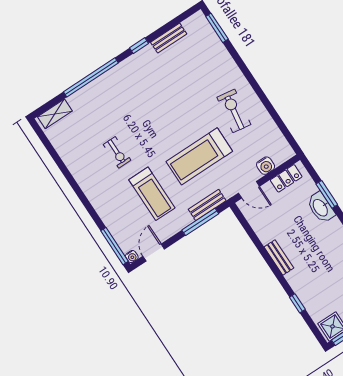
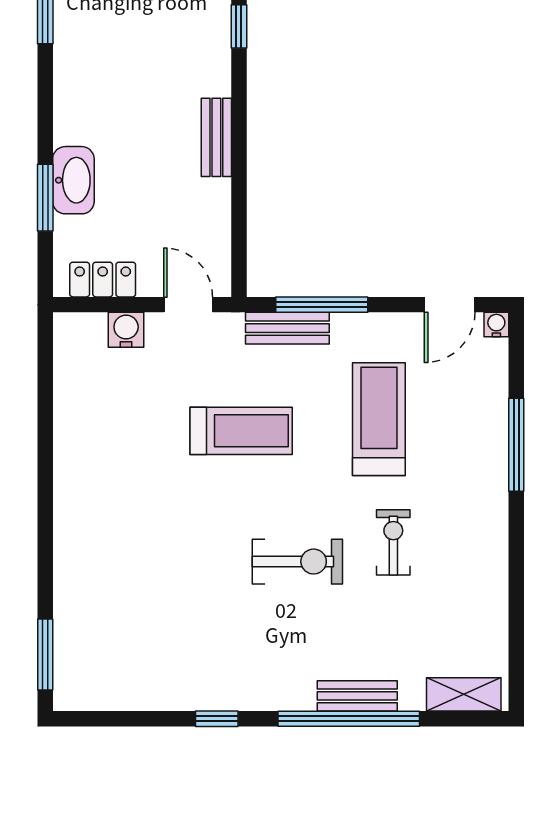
bench: (169, 38) -> (357, 696), moved
exercise bike: (234, 111) -> (297, 562), moved, turned -99
treadmill: (199, 156) -> (241, 431), width x0.73, depth x0.73
window: (115, 246) -> (516, 445), moved

